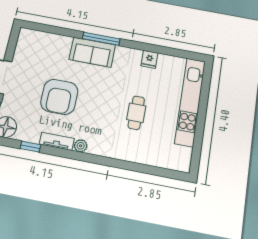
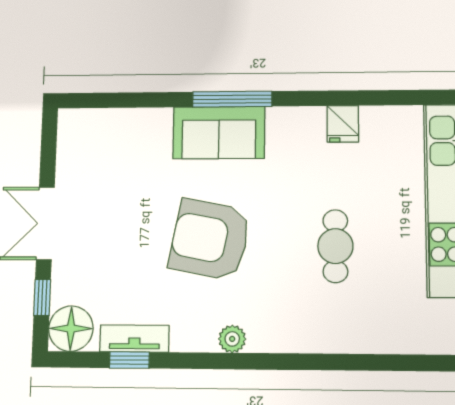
armchair: (59, 97) -> (210, 239), moved, turned 101
tv unit: (57, 141) -> (134, 339), moved

